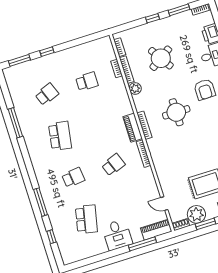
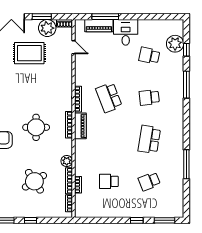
school desk: (113, 165) -> (109, 98), width x1.85
school desk: (86, 219) -> (149, 56), width x0.54
piano: (156, 230) -> (99, 26), moved
plant: (65, 239) -> (175, 44), added

